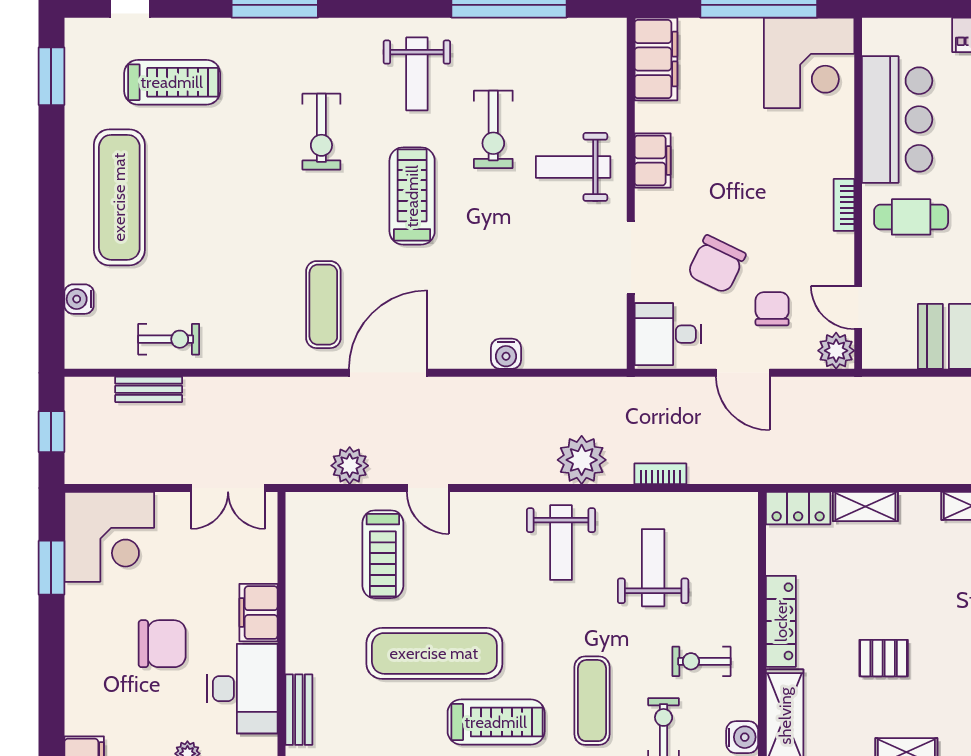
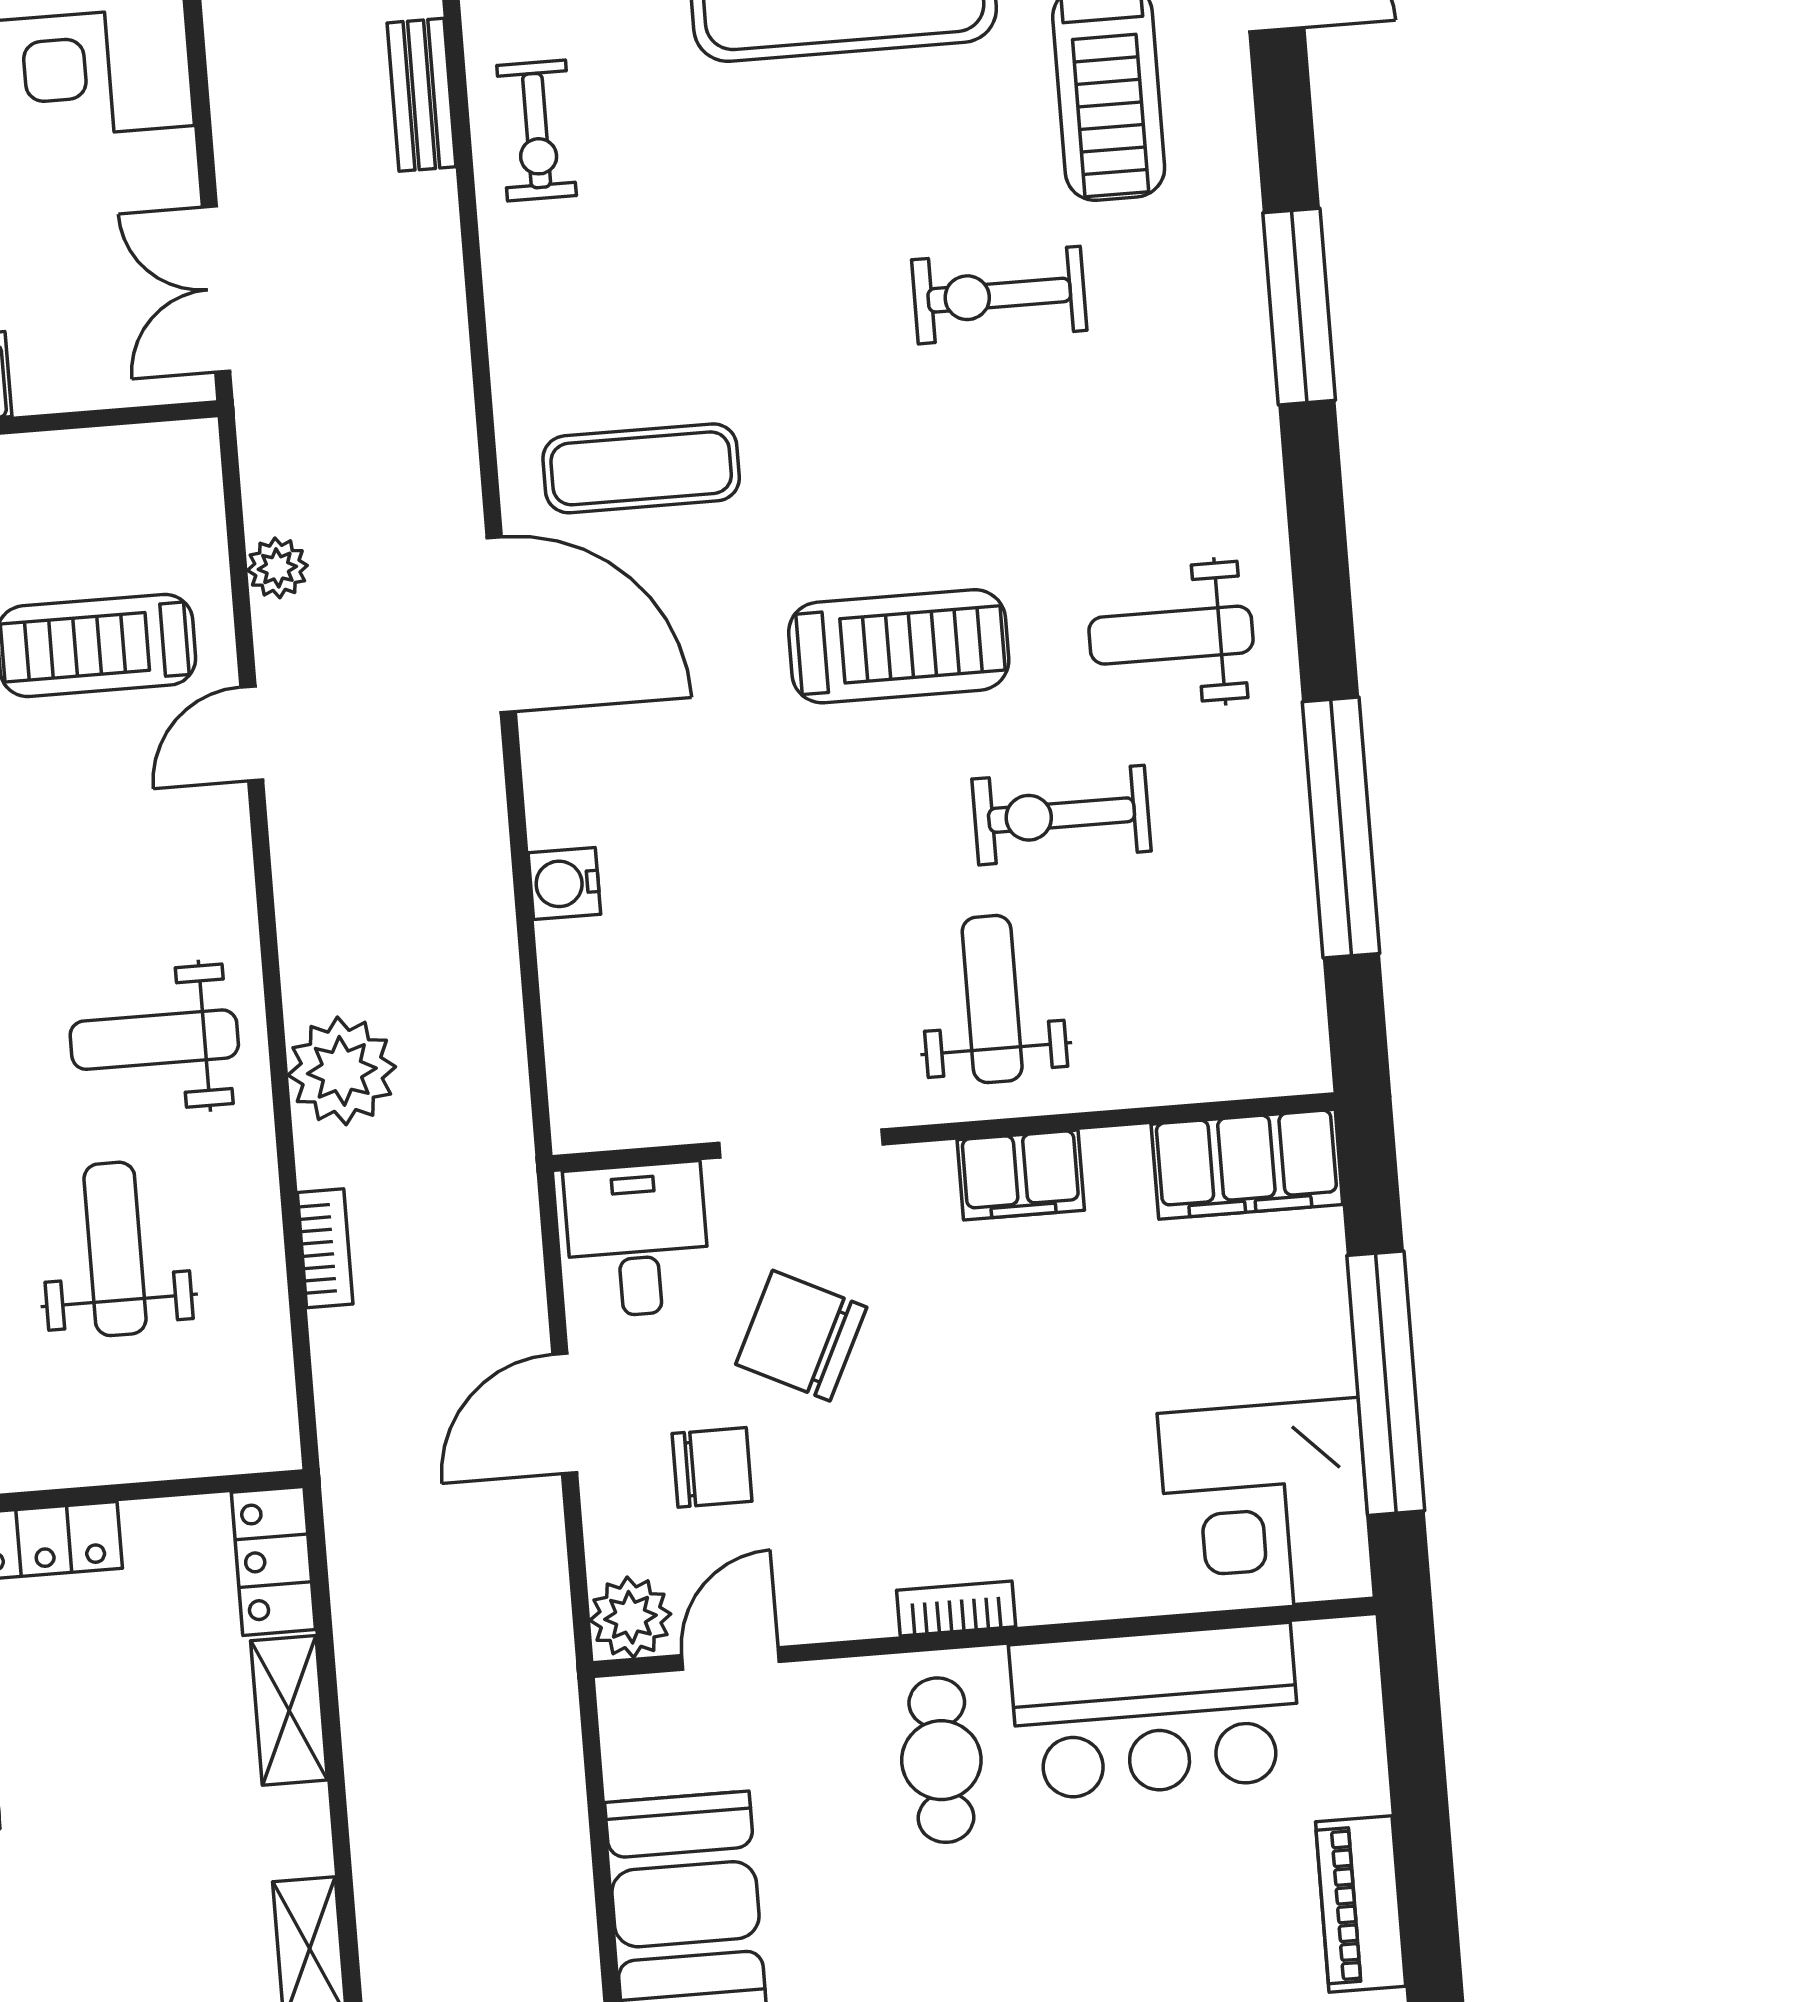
exercise bike: (321, 132) -> (999, 295), moved
plant: (350, 466) -> (277, 568), width x0.73, depth x0.73
weight bench: (653, 568) -> (115, 1249), turned -90

